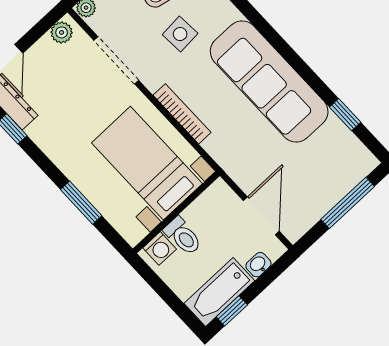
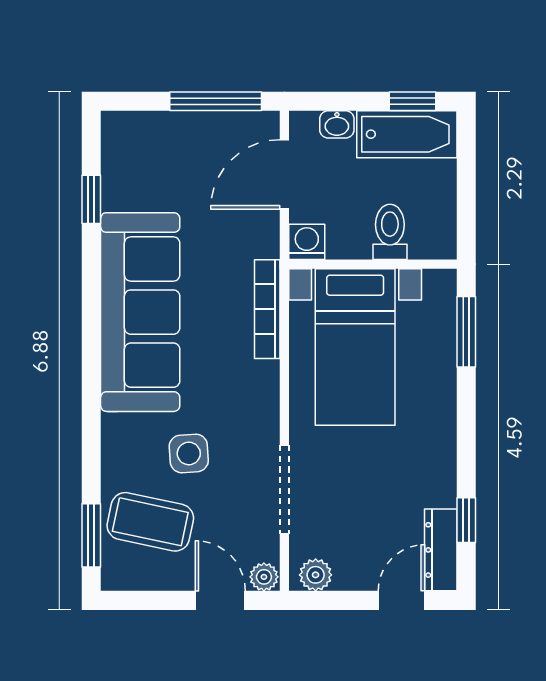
bookcase: (182, 114) -> (267, 309), moved
window: (81, 203) -> (466, 332), moved
window: (348, 203) -> (216, 101), moved
washing machine: (160, 248) -> (307, 242), moved

